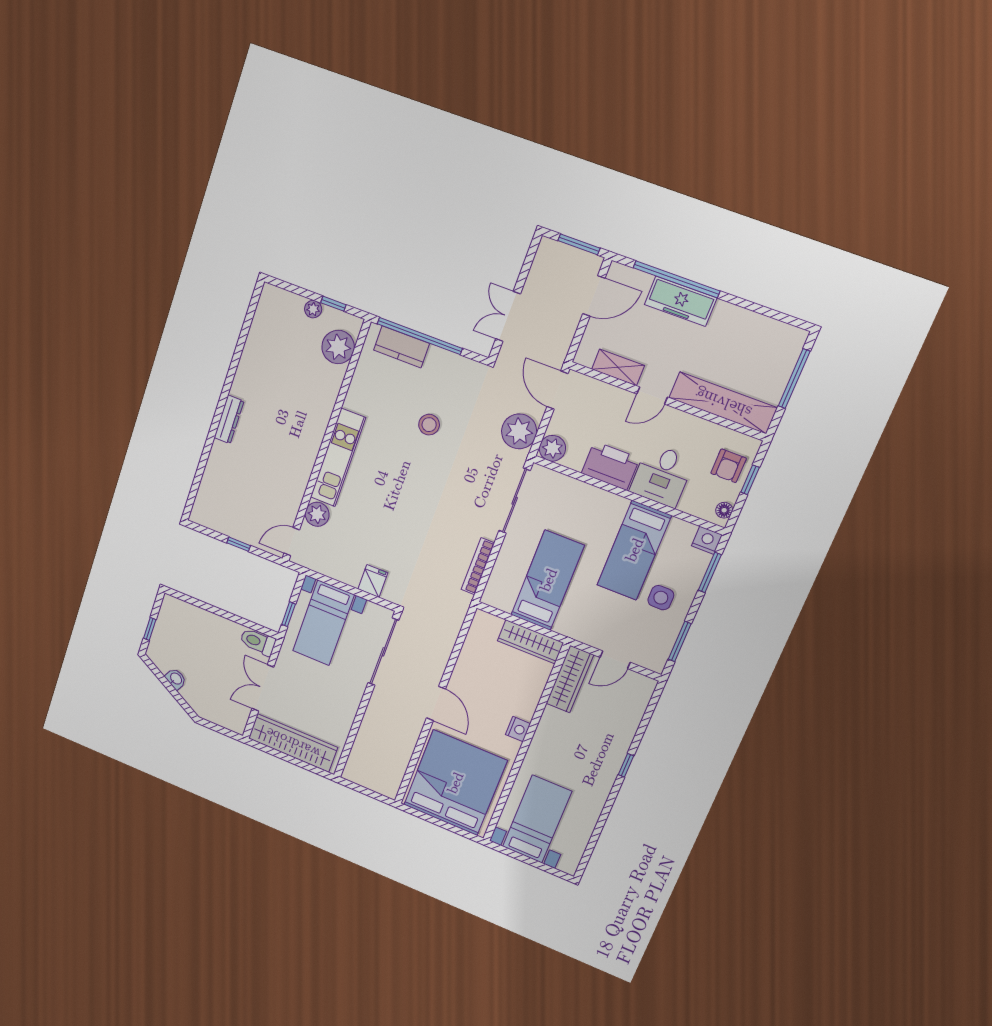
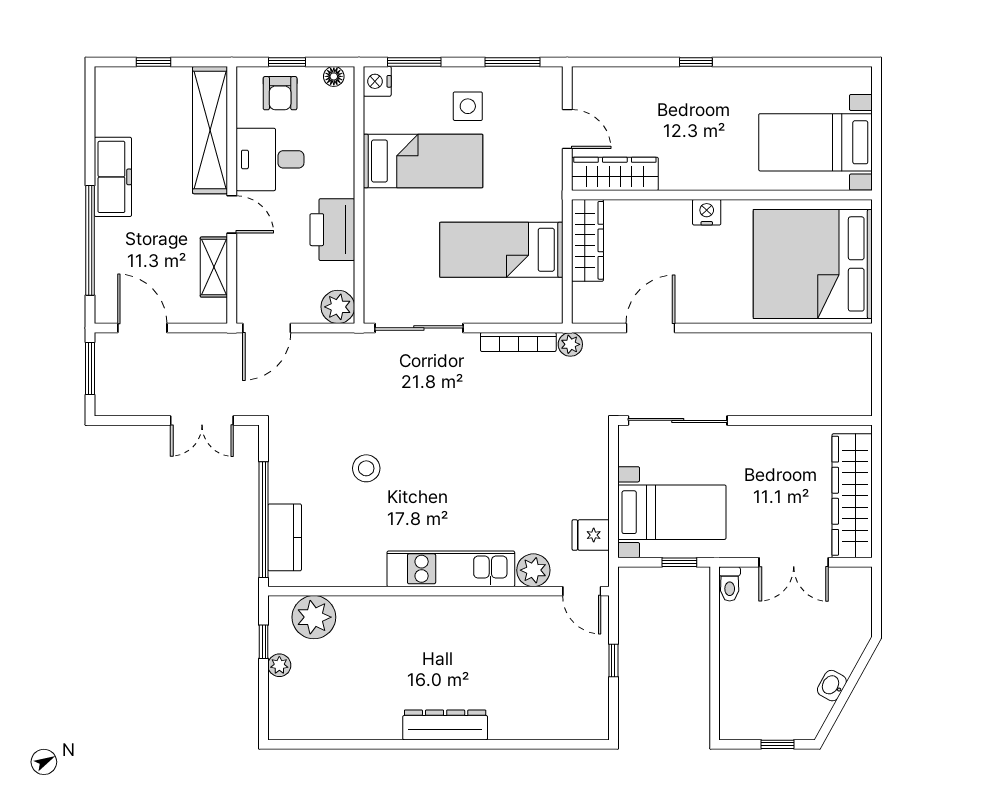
freezer: (681, 301) -> (113, 177), moved
window: (794, 379) -> (153, 62), width x0.46
dresser: (229, 419) -> (445, 725), width x1.37, depth x1.24
plant: (519, 431) -> (570, 344), moved, width x0.53, depth x0.53
armchair: (729, 466) -> (280, 93), turned 90
desk: (662, 476) -> (270, 159), moved, turned 180
fridge: (373, 581) -> (591, 535), moved
toilet: (258, 642) -> (730, 584), width x0.73, depth x0.72
door: (436, 703) -> (650, 328), moved

